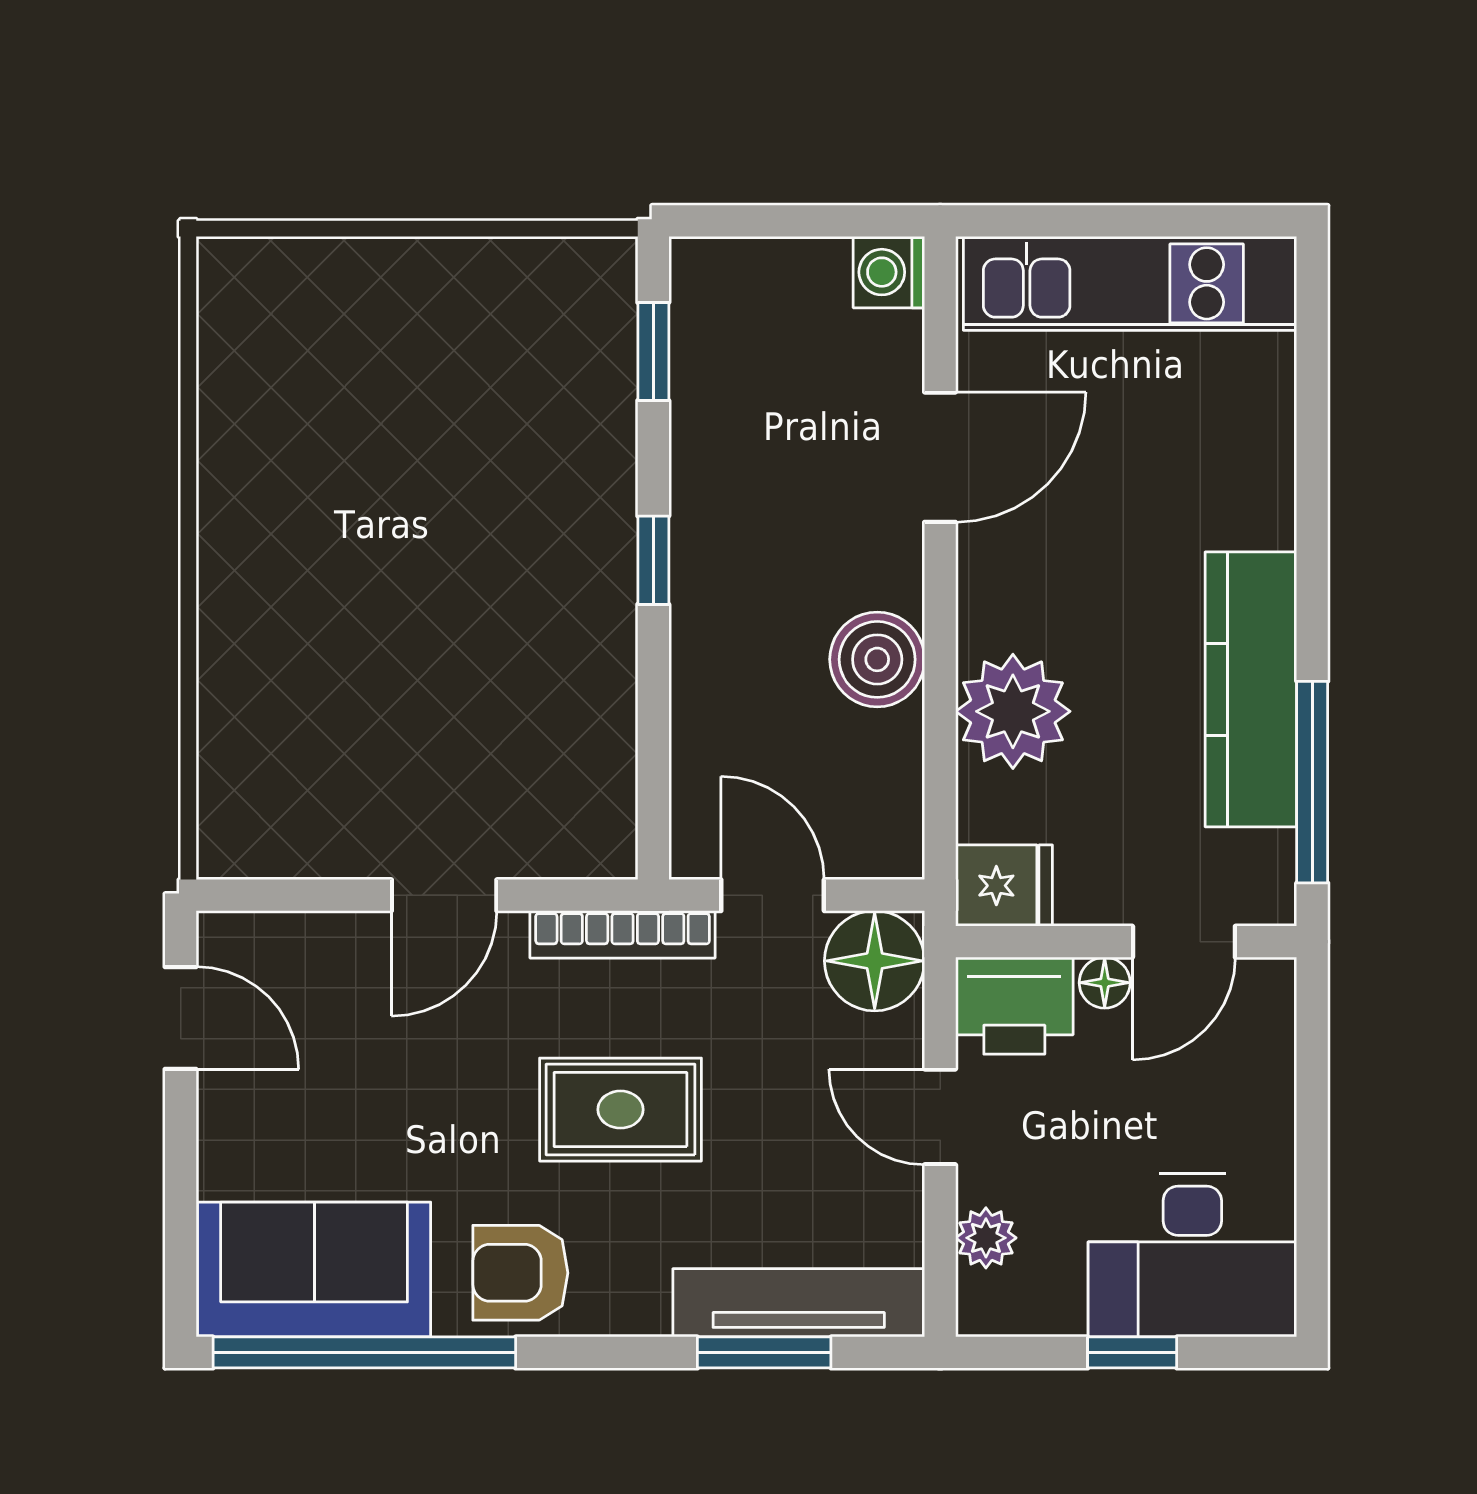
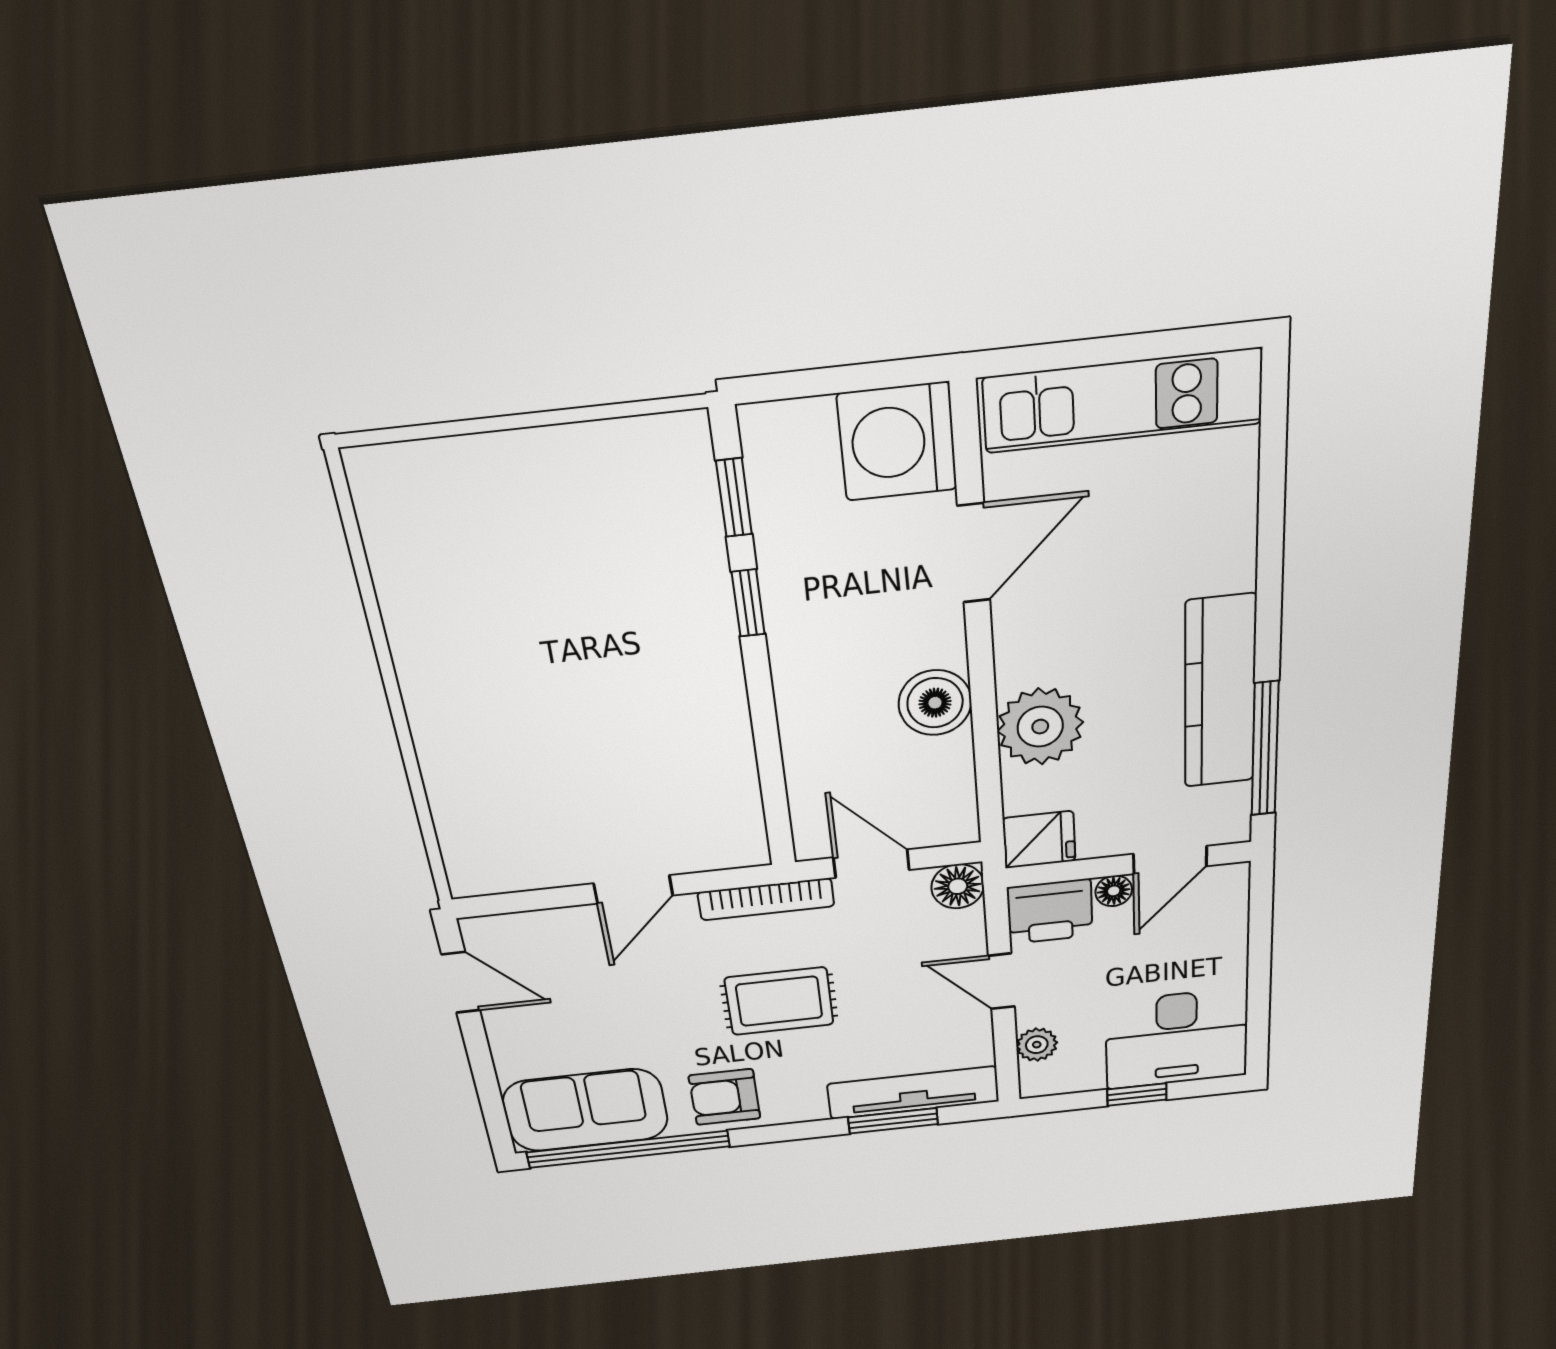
washing machine: (889, 272) -> (897, 442), width x1.89, depth x1.89
window: (653, 560) -> (748, 603), moved
floor lamp: (875, 961) -> (958, 886), width x0.73, depth x0.73

